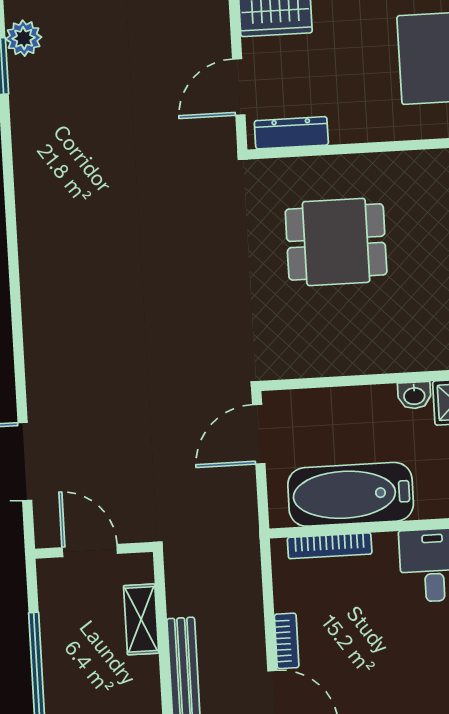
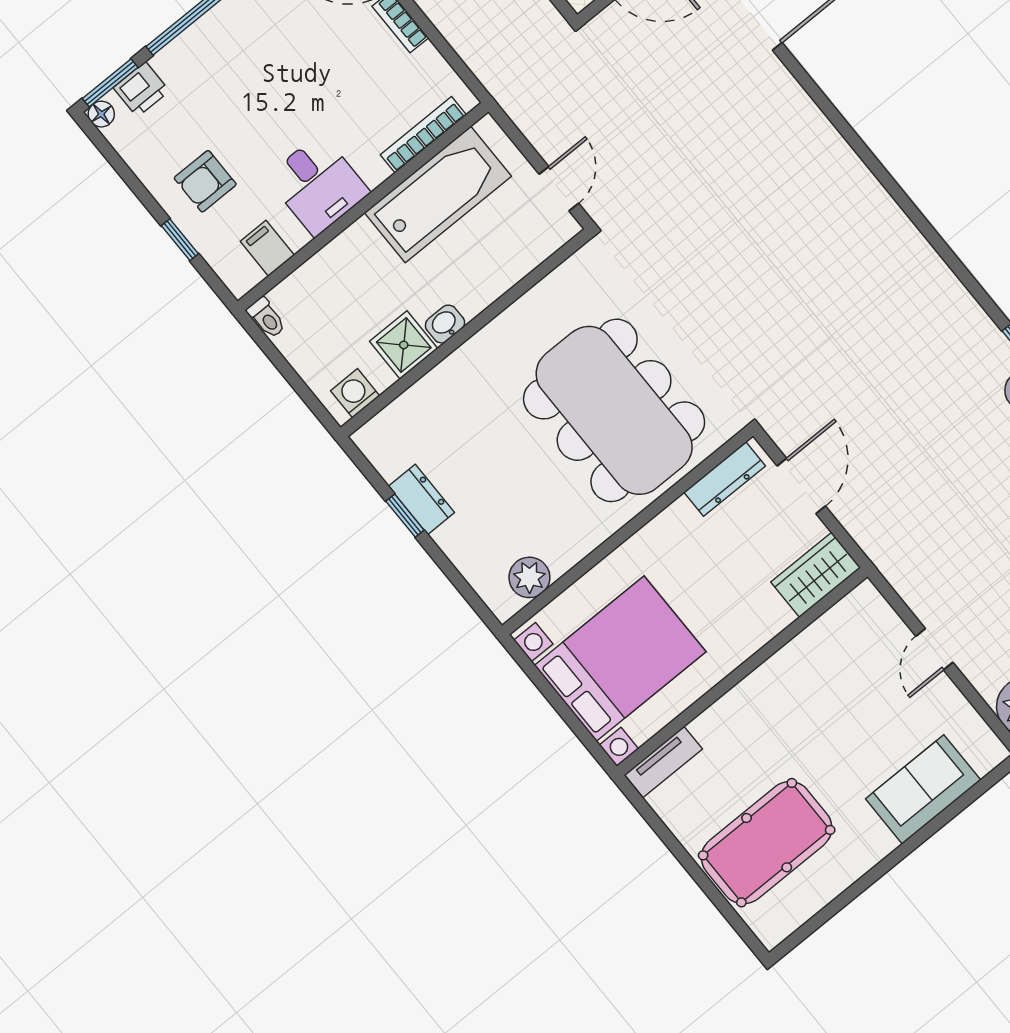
dining table: (336, 242) -> (614, 410), width x1.88, depth x1.24
door: (259, 434) -> (559, 189), width x0.73

